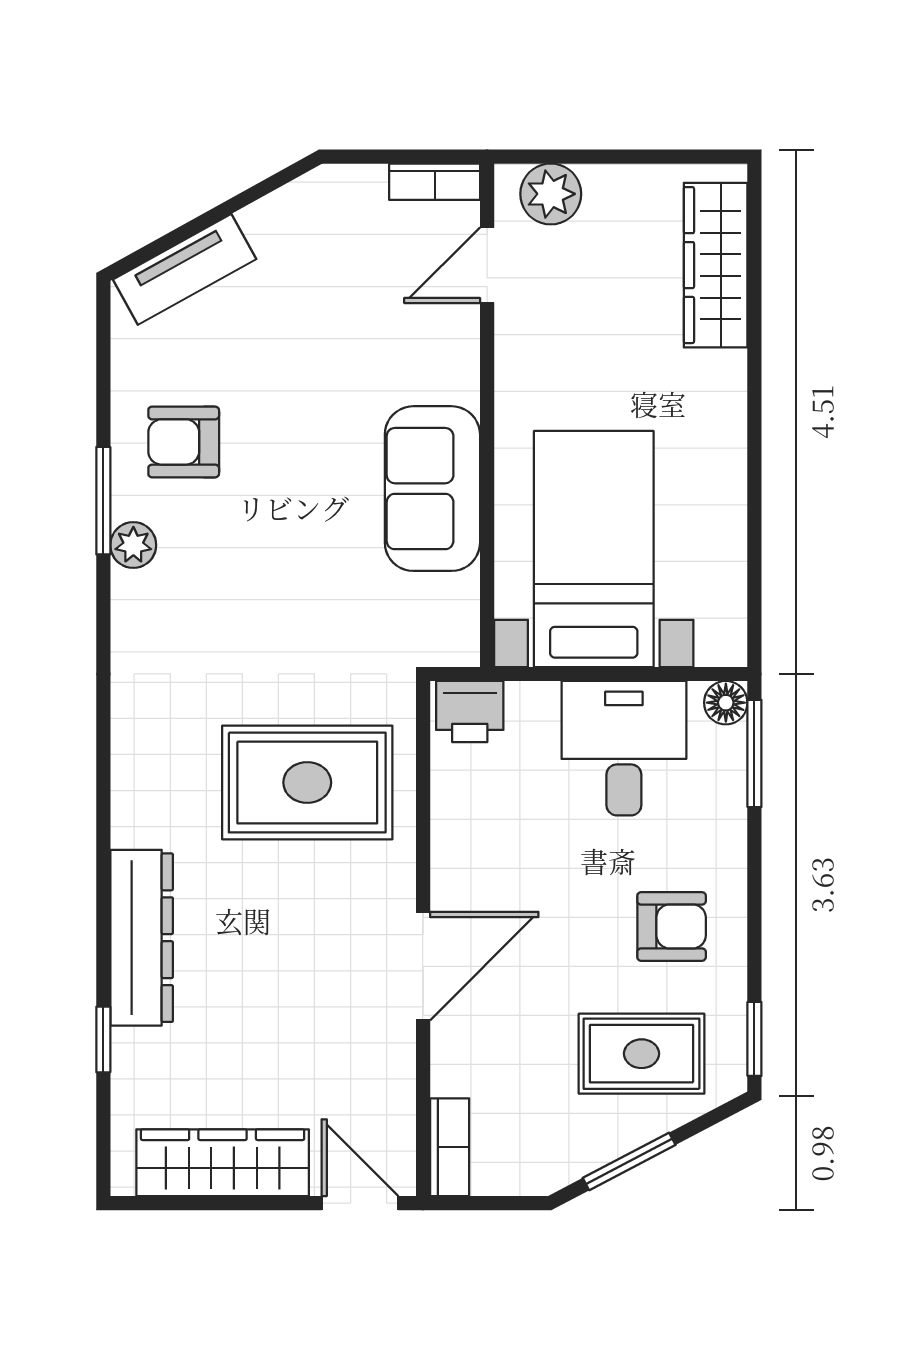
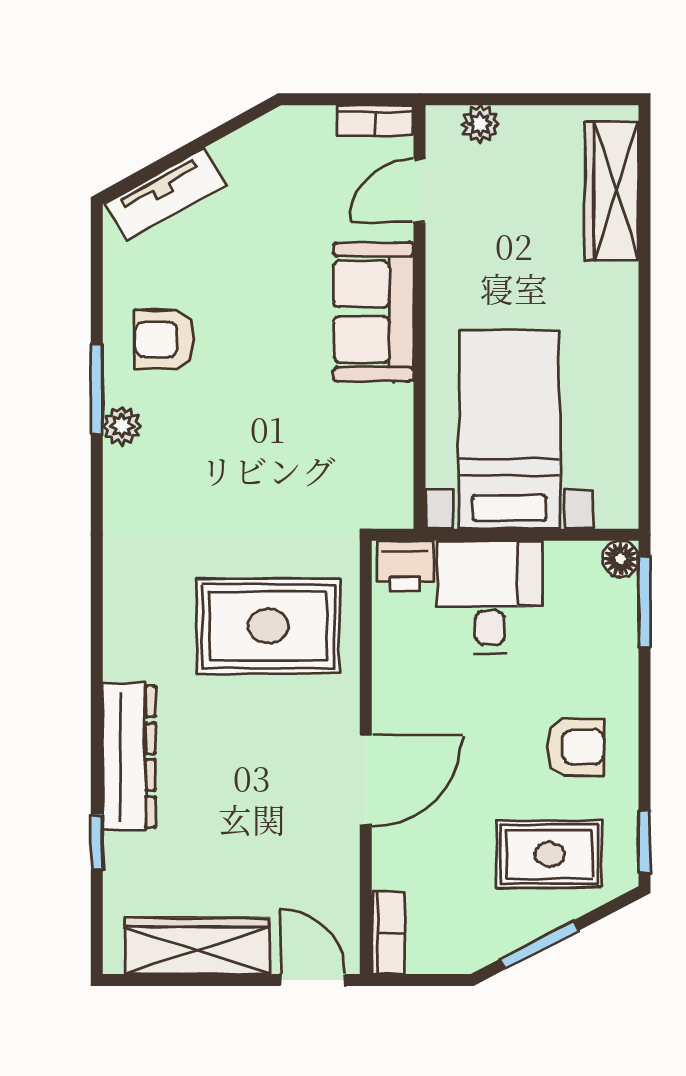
plant: (551, 194) -> (480, 124), width x0.73, depth x0.73
sofa: (432, 489) -> (374, 312), moved
desk: (624, 748) -> (490, 597), moved

